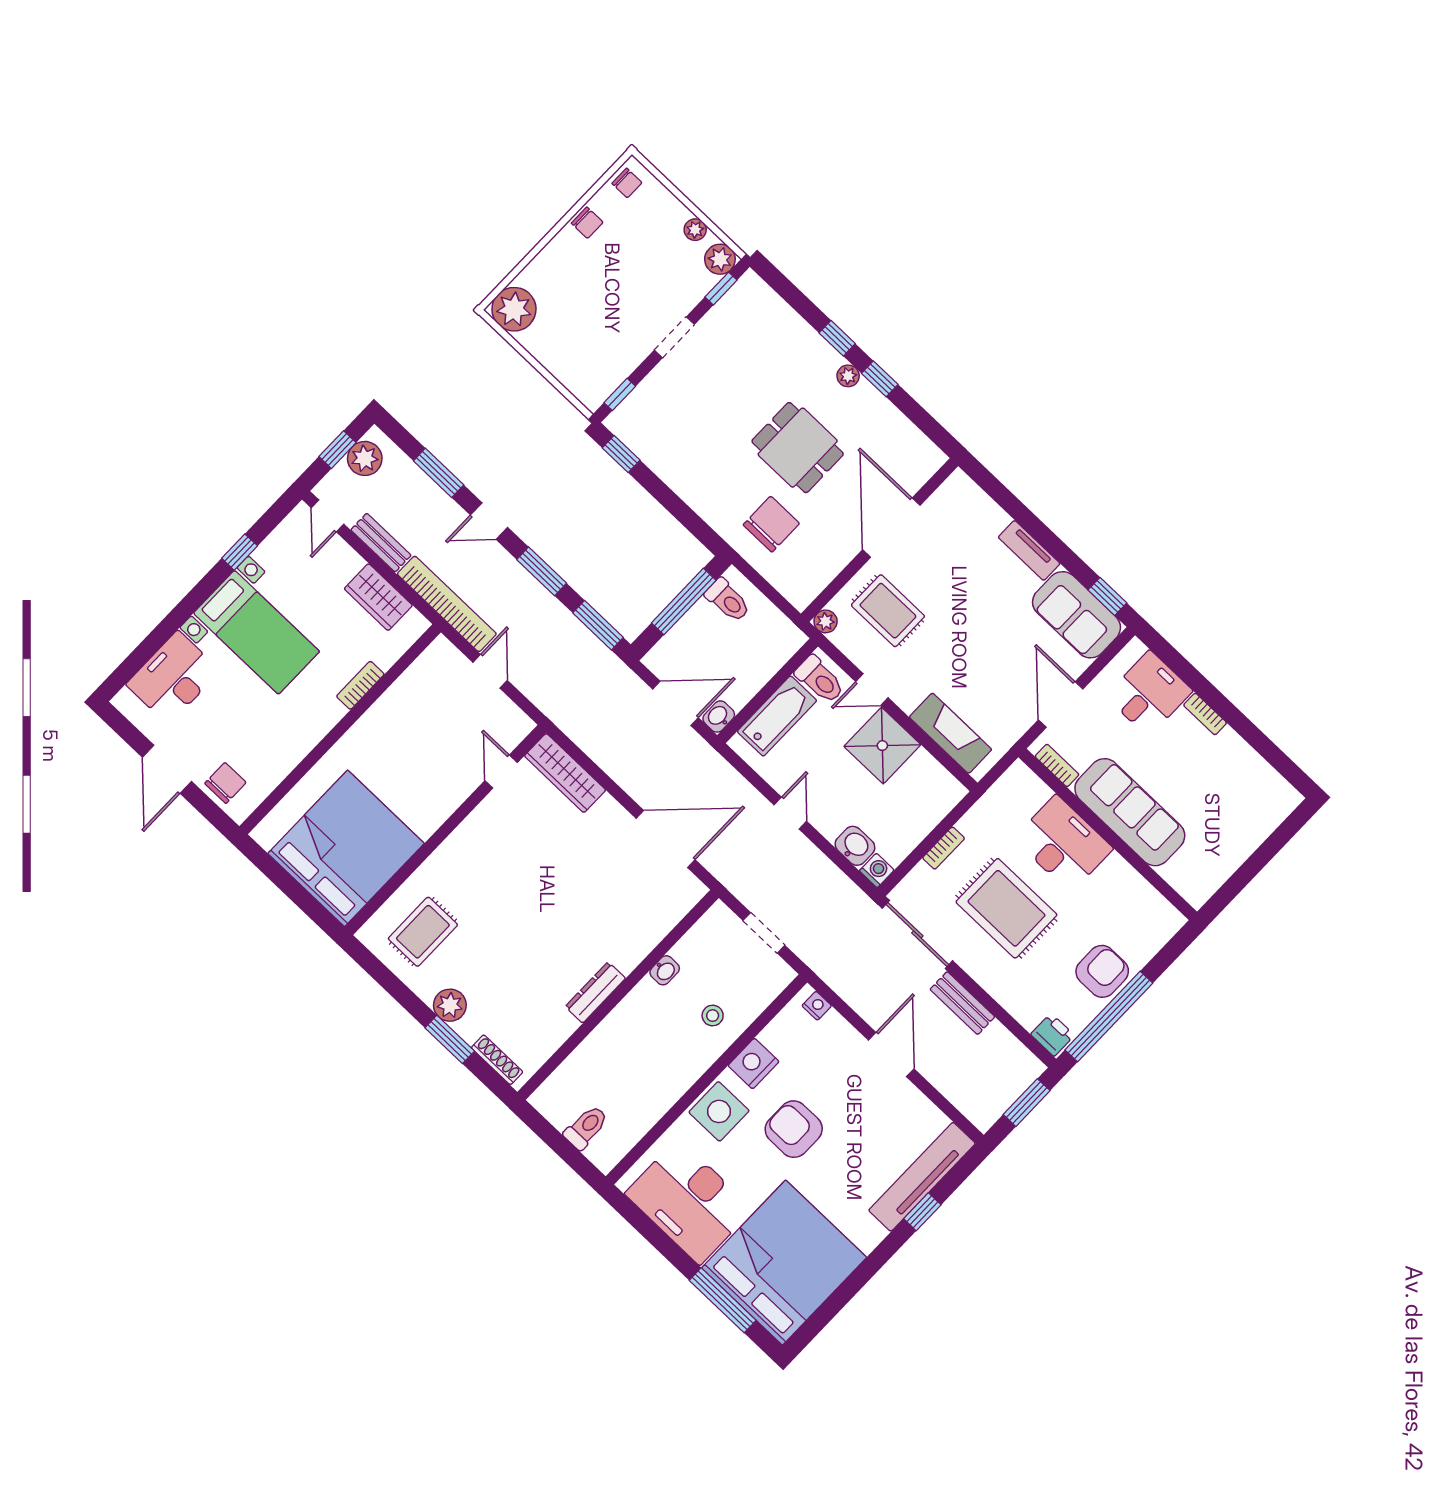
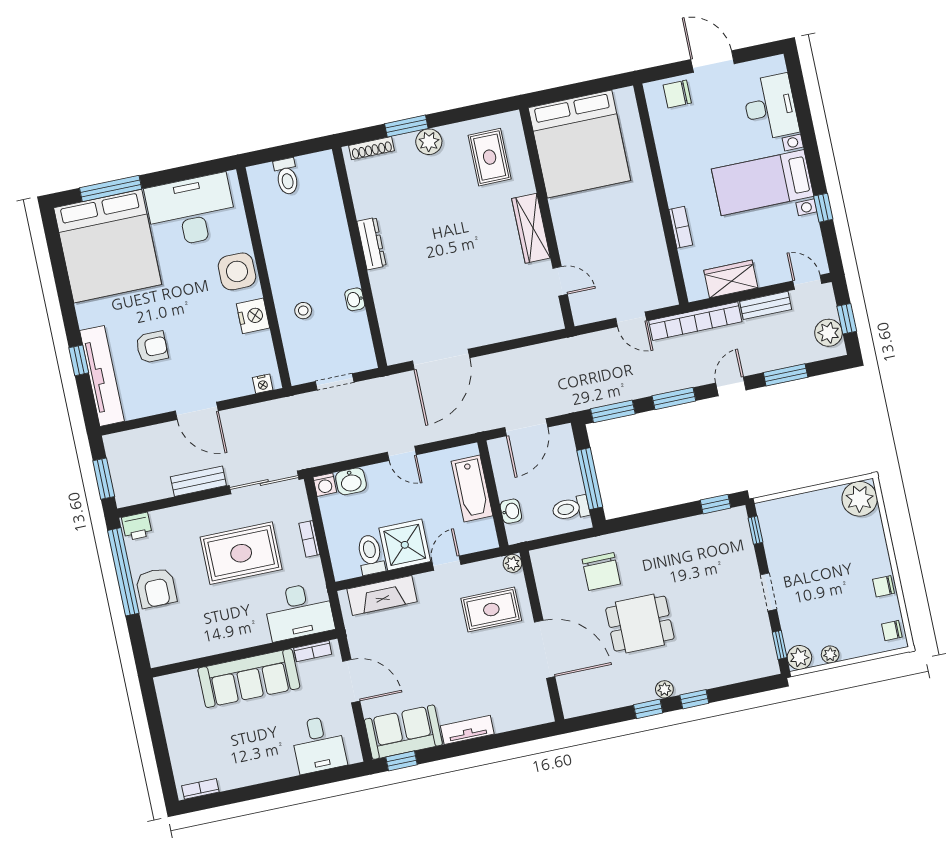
toilet: (820, 680) -> (371, 555), moved, turned 90
bookcase: (1205, 714) -> (200, 789), moved
washbasin: (719, 717) -> (511, 511), moved
wardrobe: (565, 773) -> (531, 228), moved, turned -90
chair: (225, 783) -> (677, 94), turned 90
desk: (1063, 844) -> (299, 611), moved
armchair: (794, 1129) -> (152, 347), moved, width x0.72, depth x0.72

